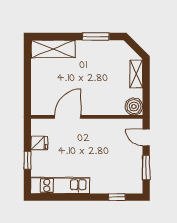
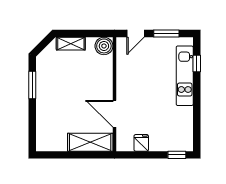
shelving: (53, 49) -> (90, 142), moved, turned 90
window: (27, 160) -> (177, 155), moved
kitchen unit: (60, 185) -> (185, 76), moved

